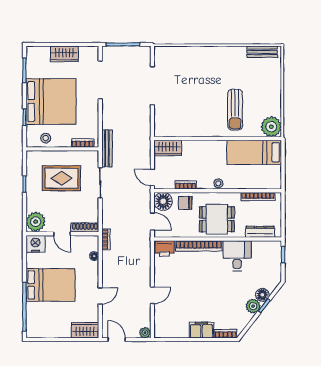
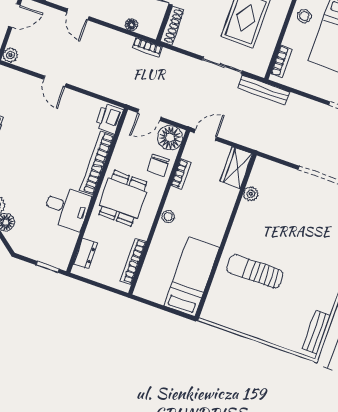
plant: (271, 127) -> (251, 194), moved, width x0.53, depth x0.53
chair: (185, 203) -> (158, 165), turned 180
dresser: (260, 232) -> (85, 254), width x0.70

